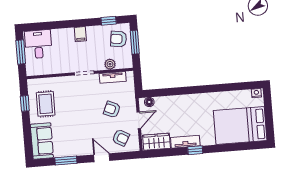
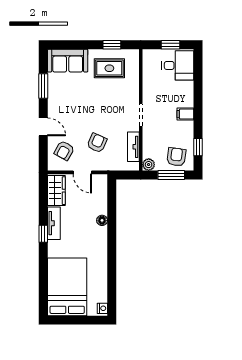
window: (21, 52) -> (171, 45), width x0.67
plant: (110, 64) -> (149, 165), moved
floor lamp: (149, 102) -> (102, 220), moved
door: (102, 158) -> (43, 127), hinge flipped

